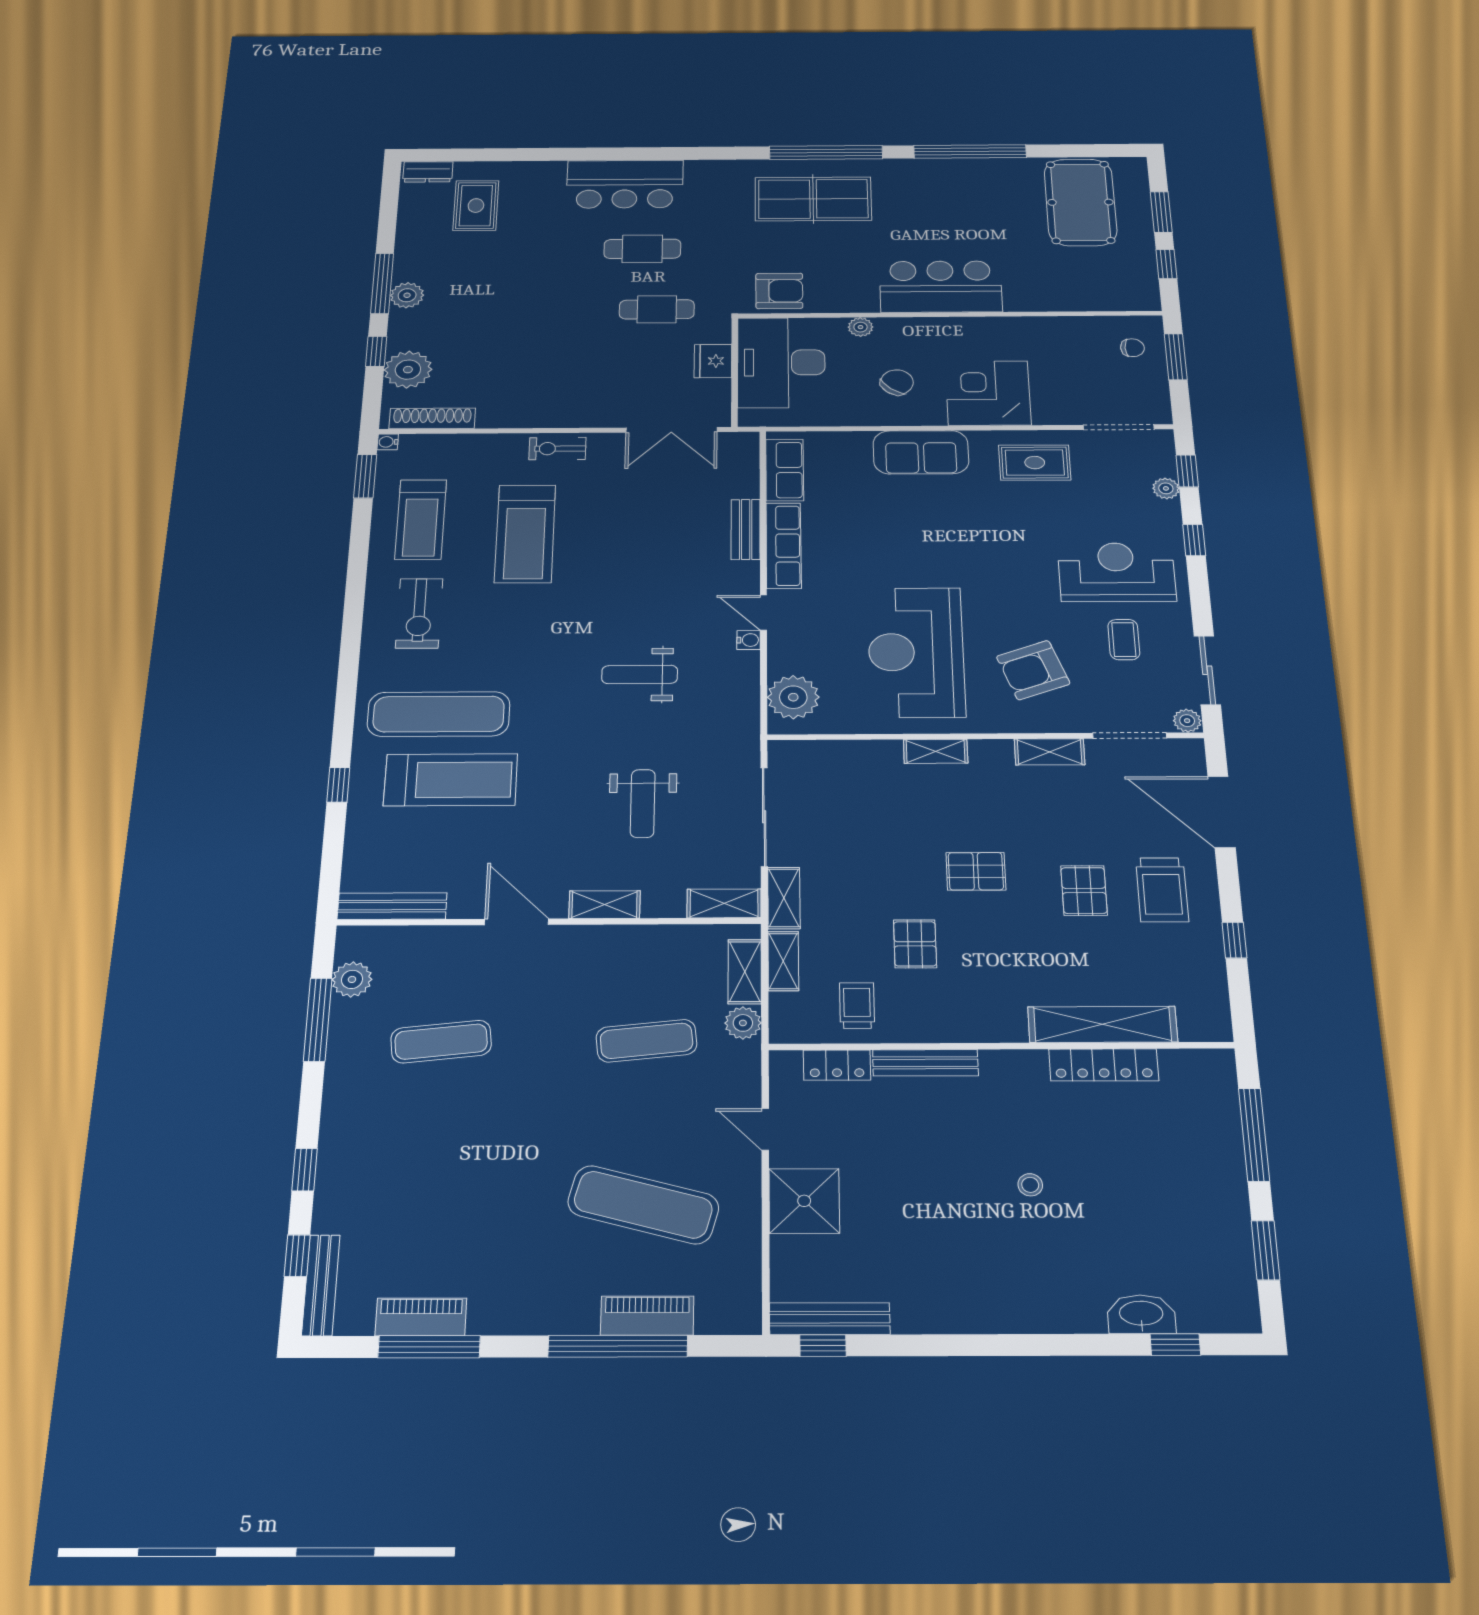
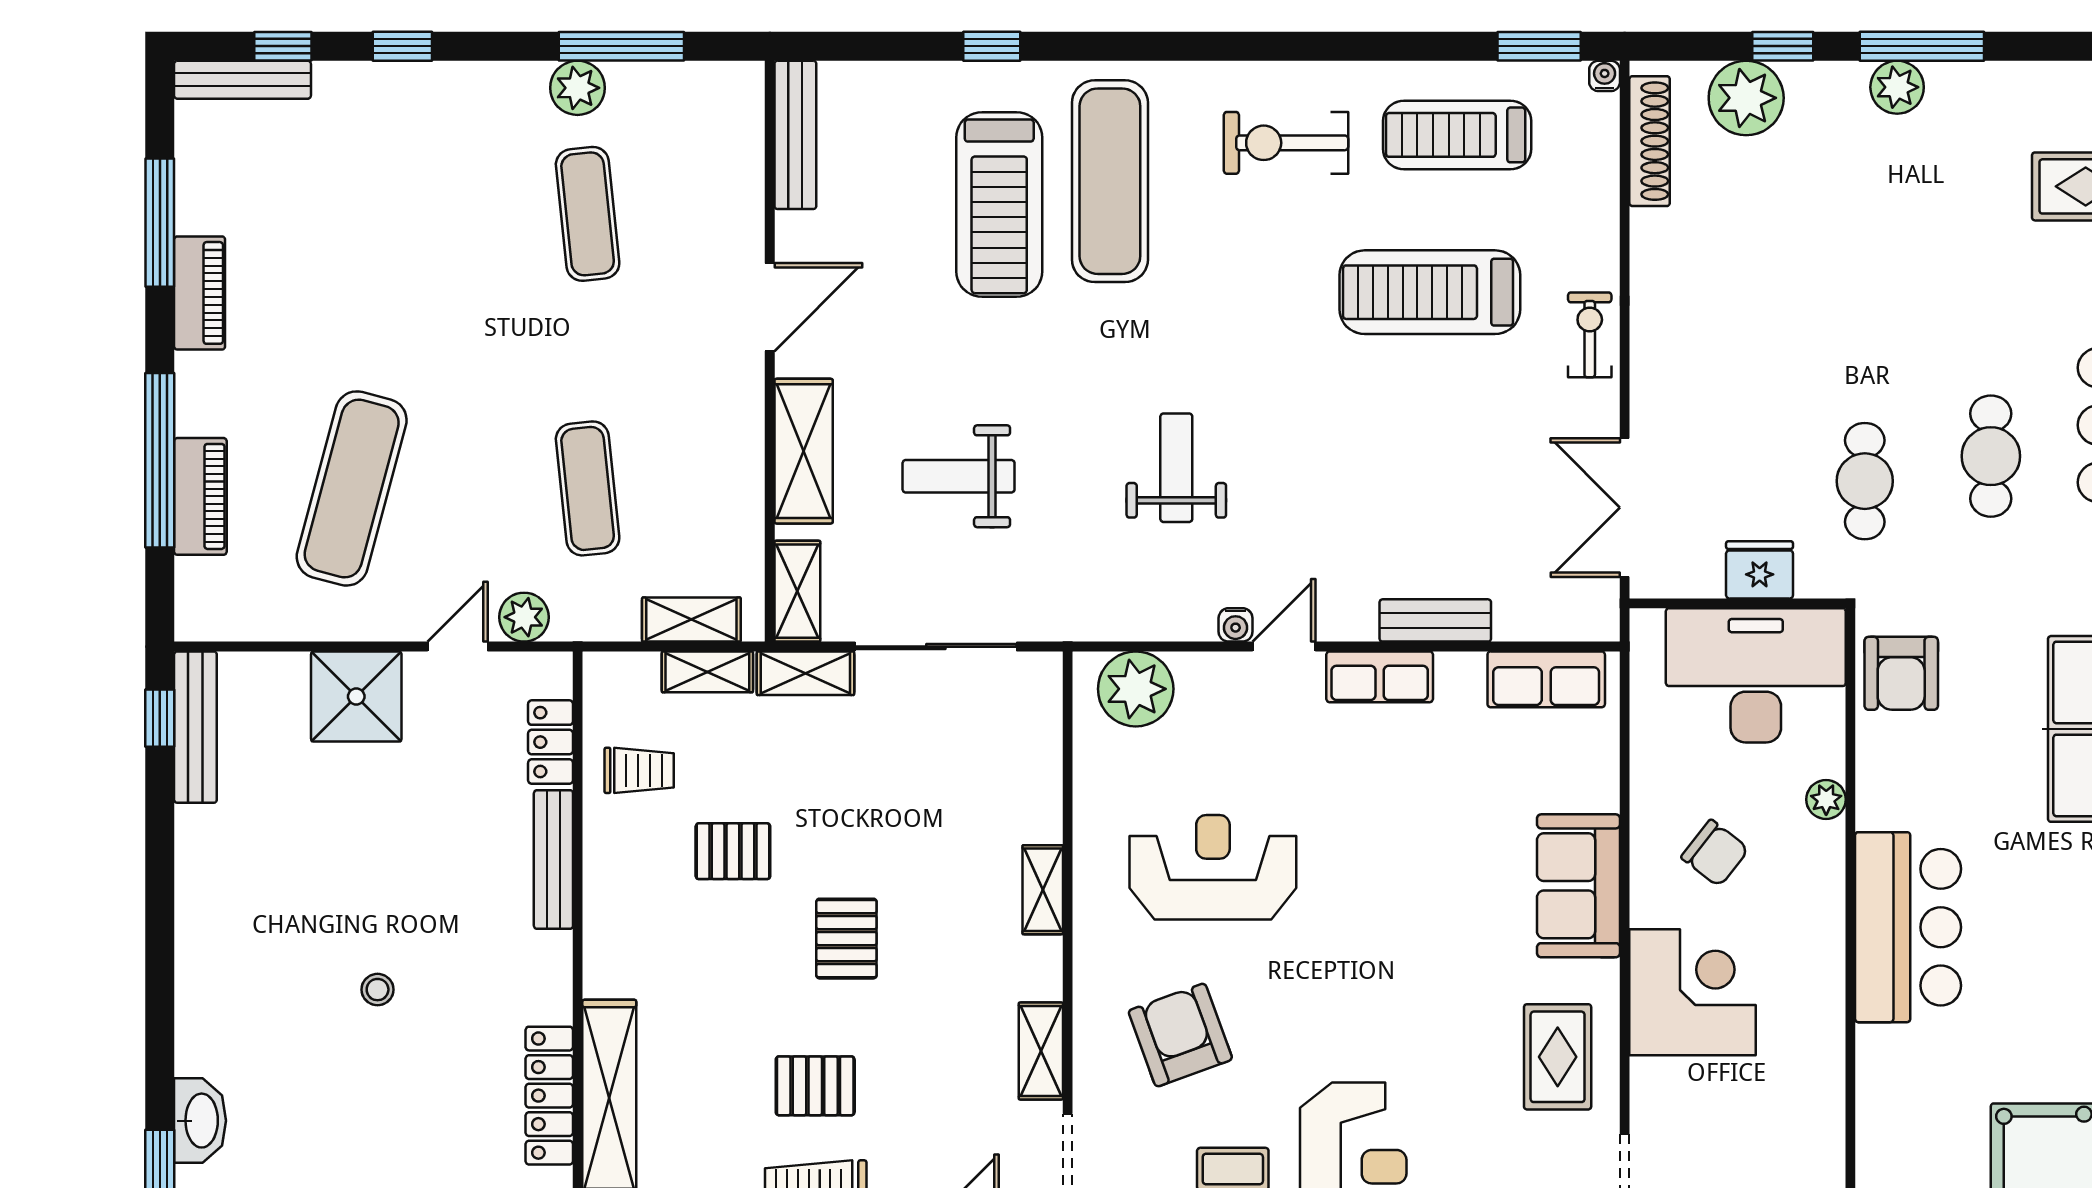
row of seats: (784, 546) -> (1380, 677), width x0.68
reception desk: (916, 652) -> (1213, 867), width x0.74, depth x0.77
shelving: (605, 905) -> (804, 451), width x1.50, depth x1.33
plant: (352, 979) -> (577, 88), moved
plant: (743, 1023) -> (524, 617), moved
piano: (421, 1317) -> (200, 293), moved

